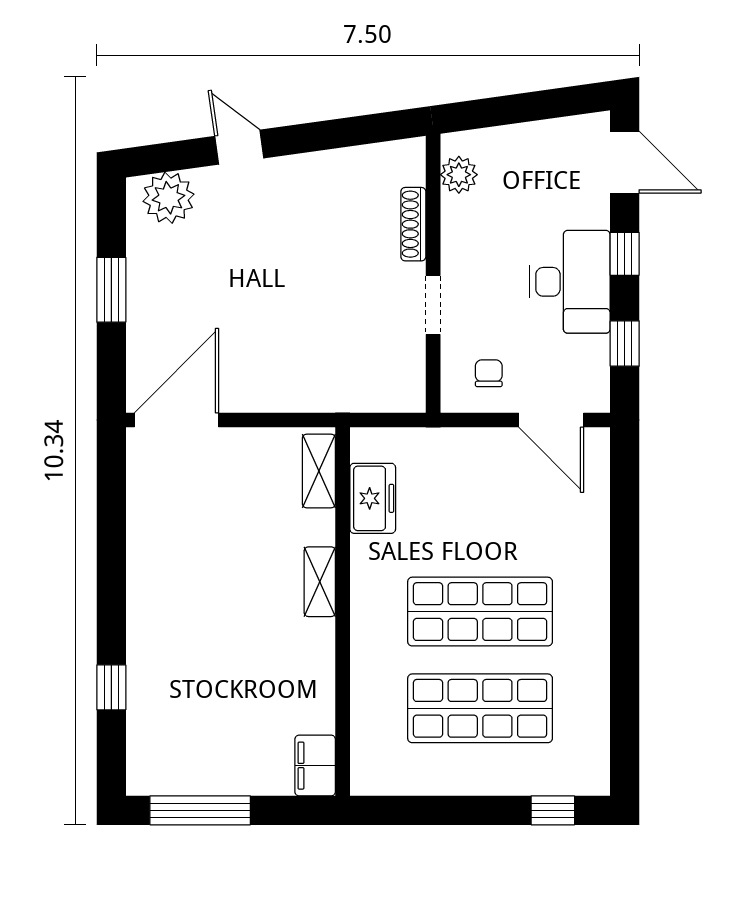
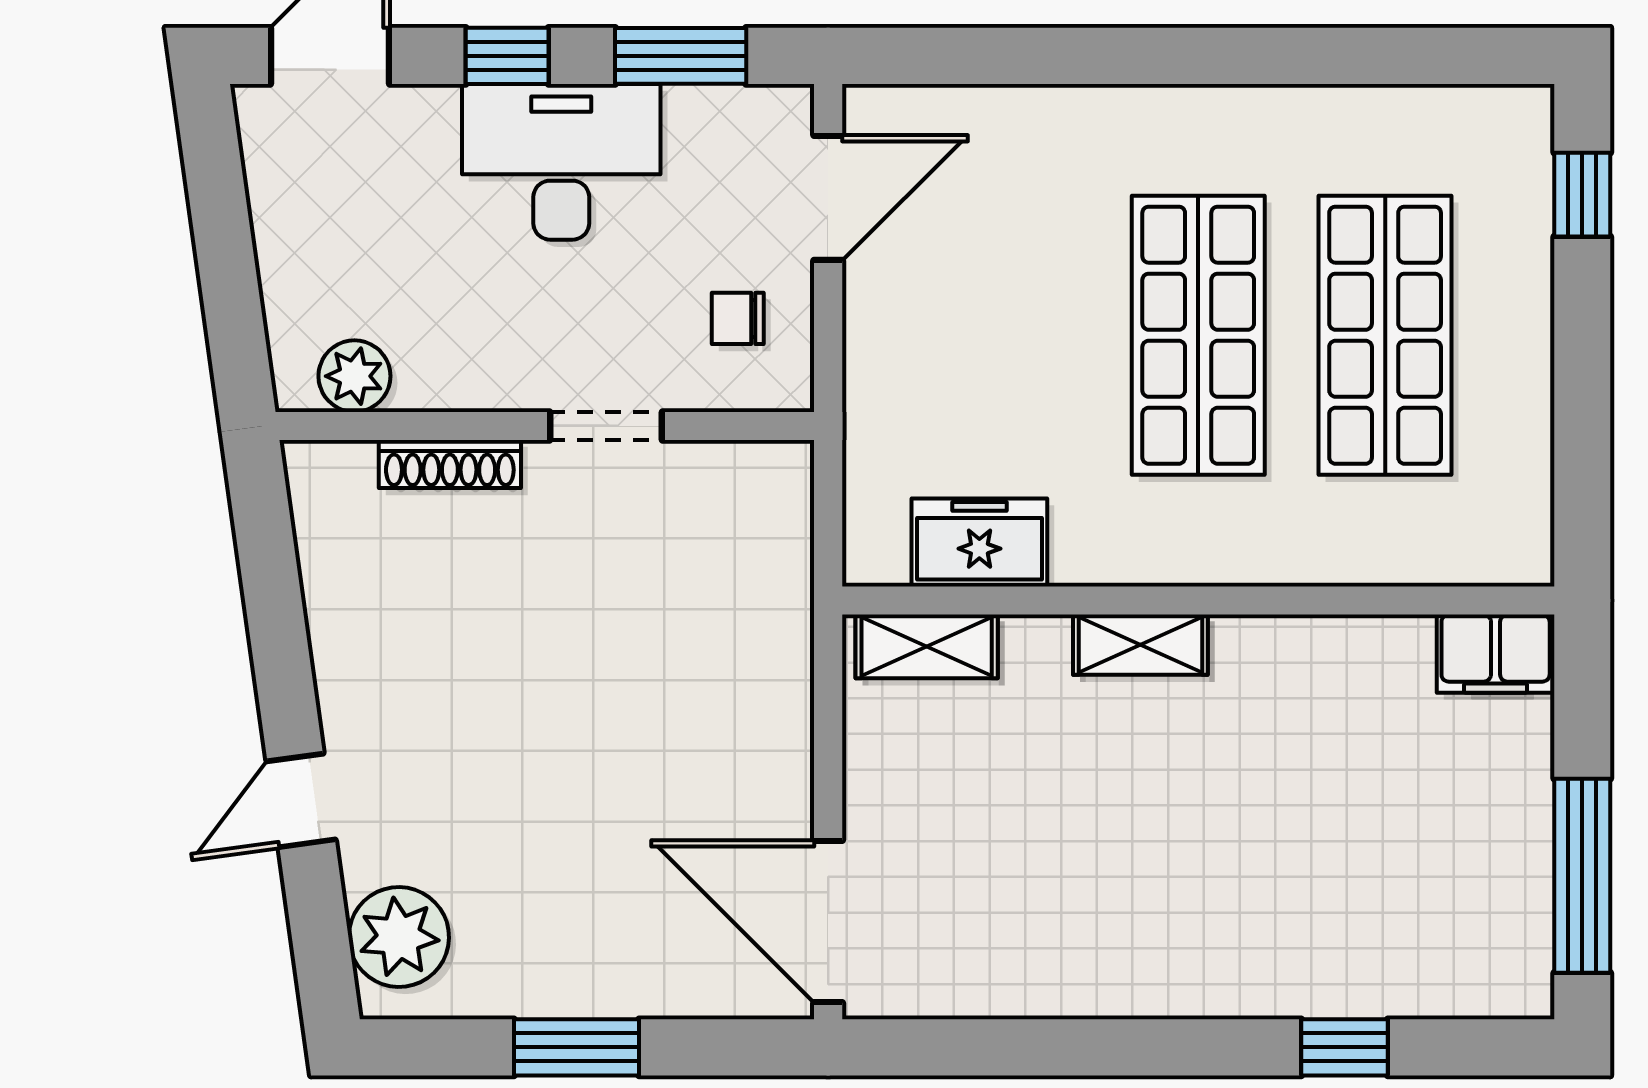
window: (625, 344) -> (681, 56), width x1.50

